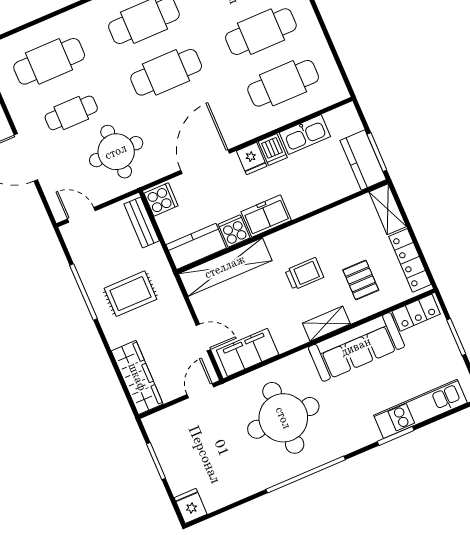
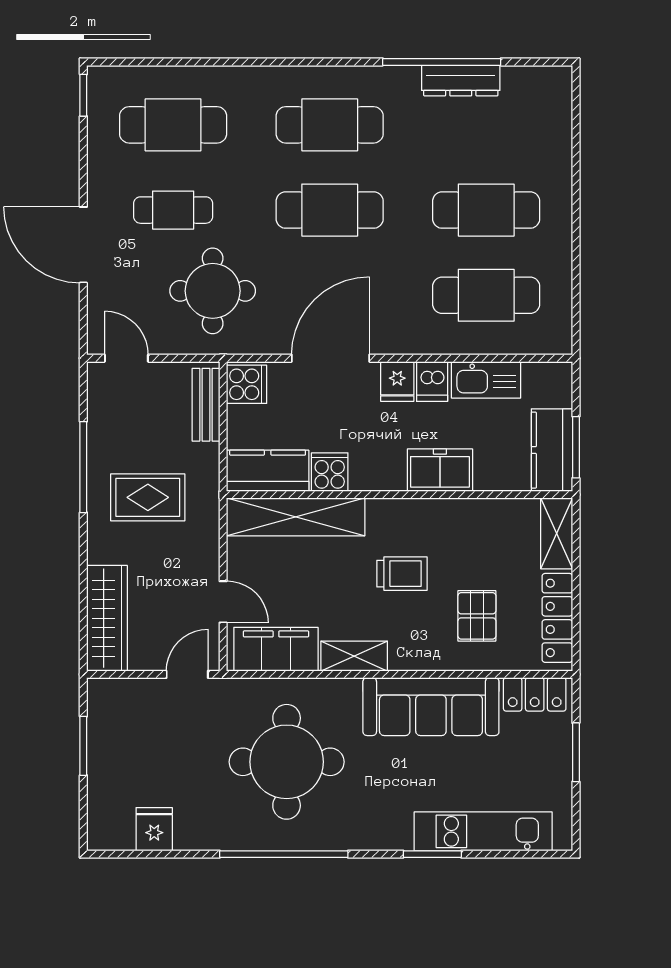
freezer: (266, 216) -> (440, 470), moved
shelving: (326, 324) -> (354, 656), moved
fridge: (191, 506) -> (154, 829), moved

